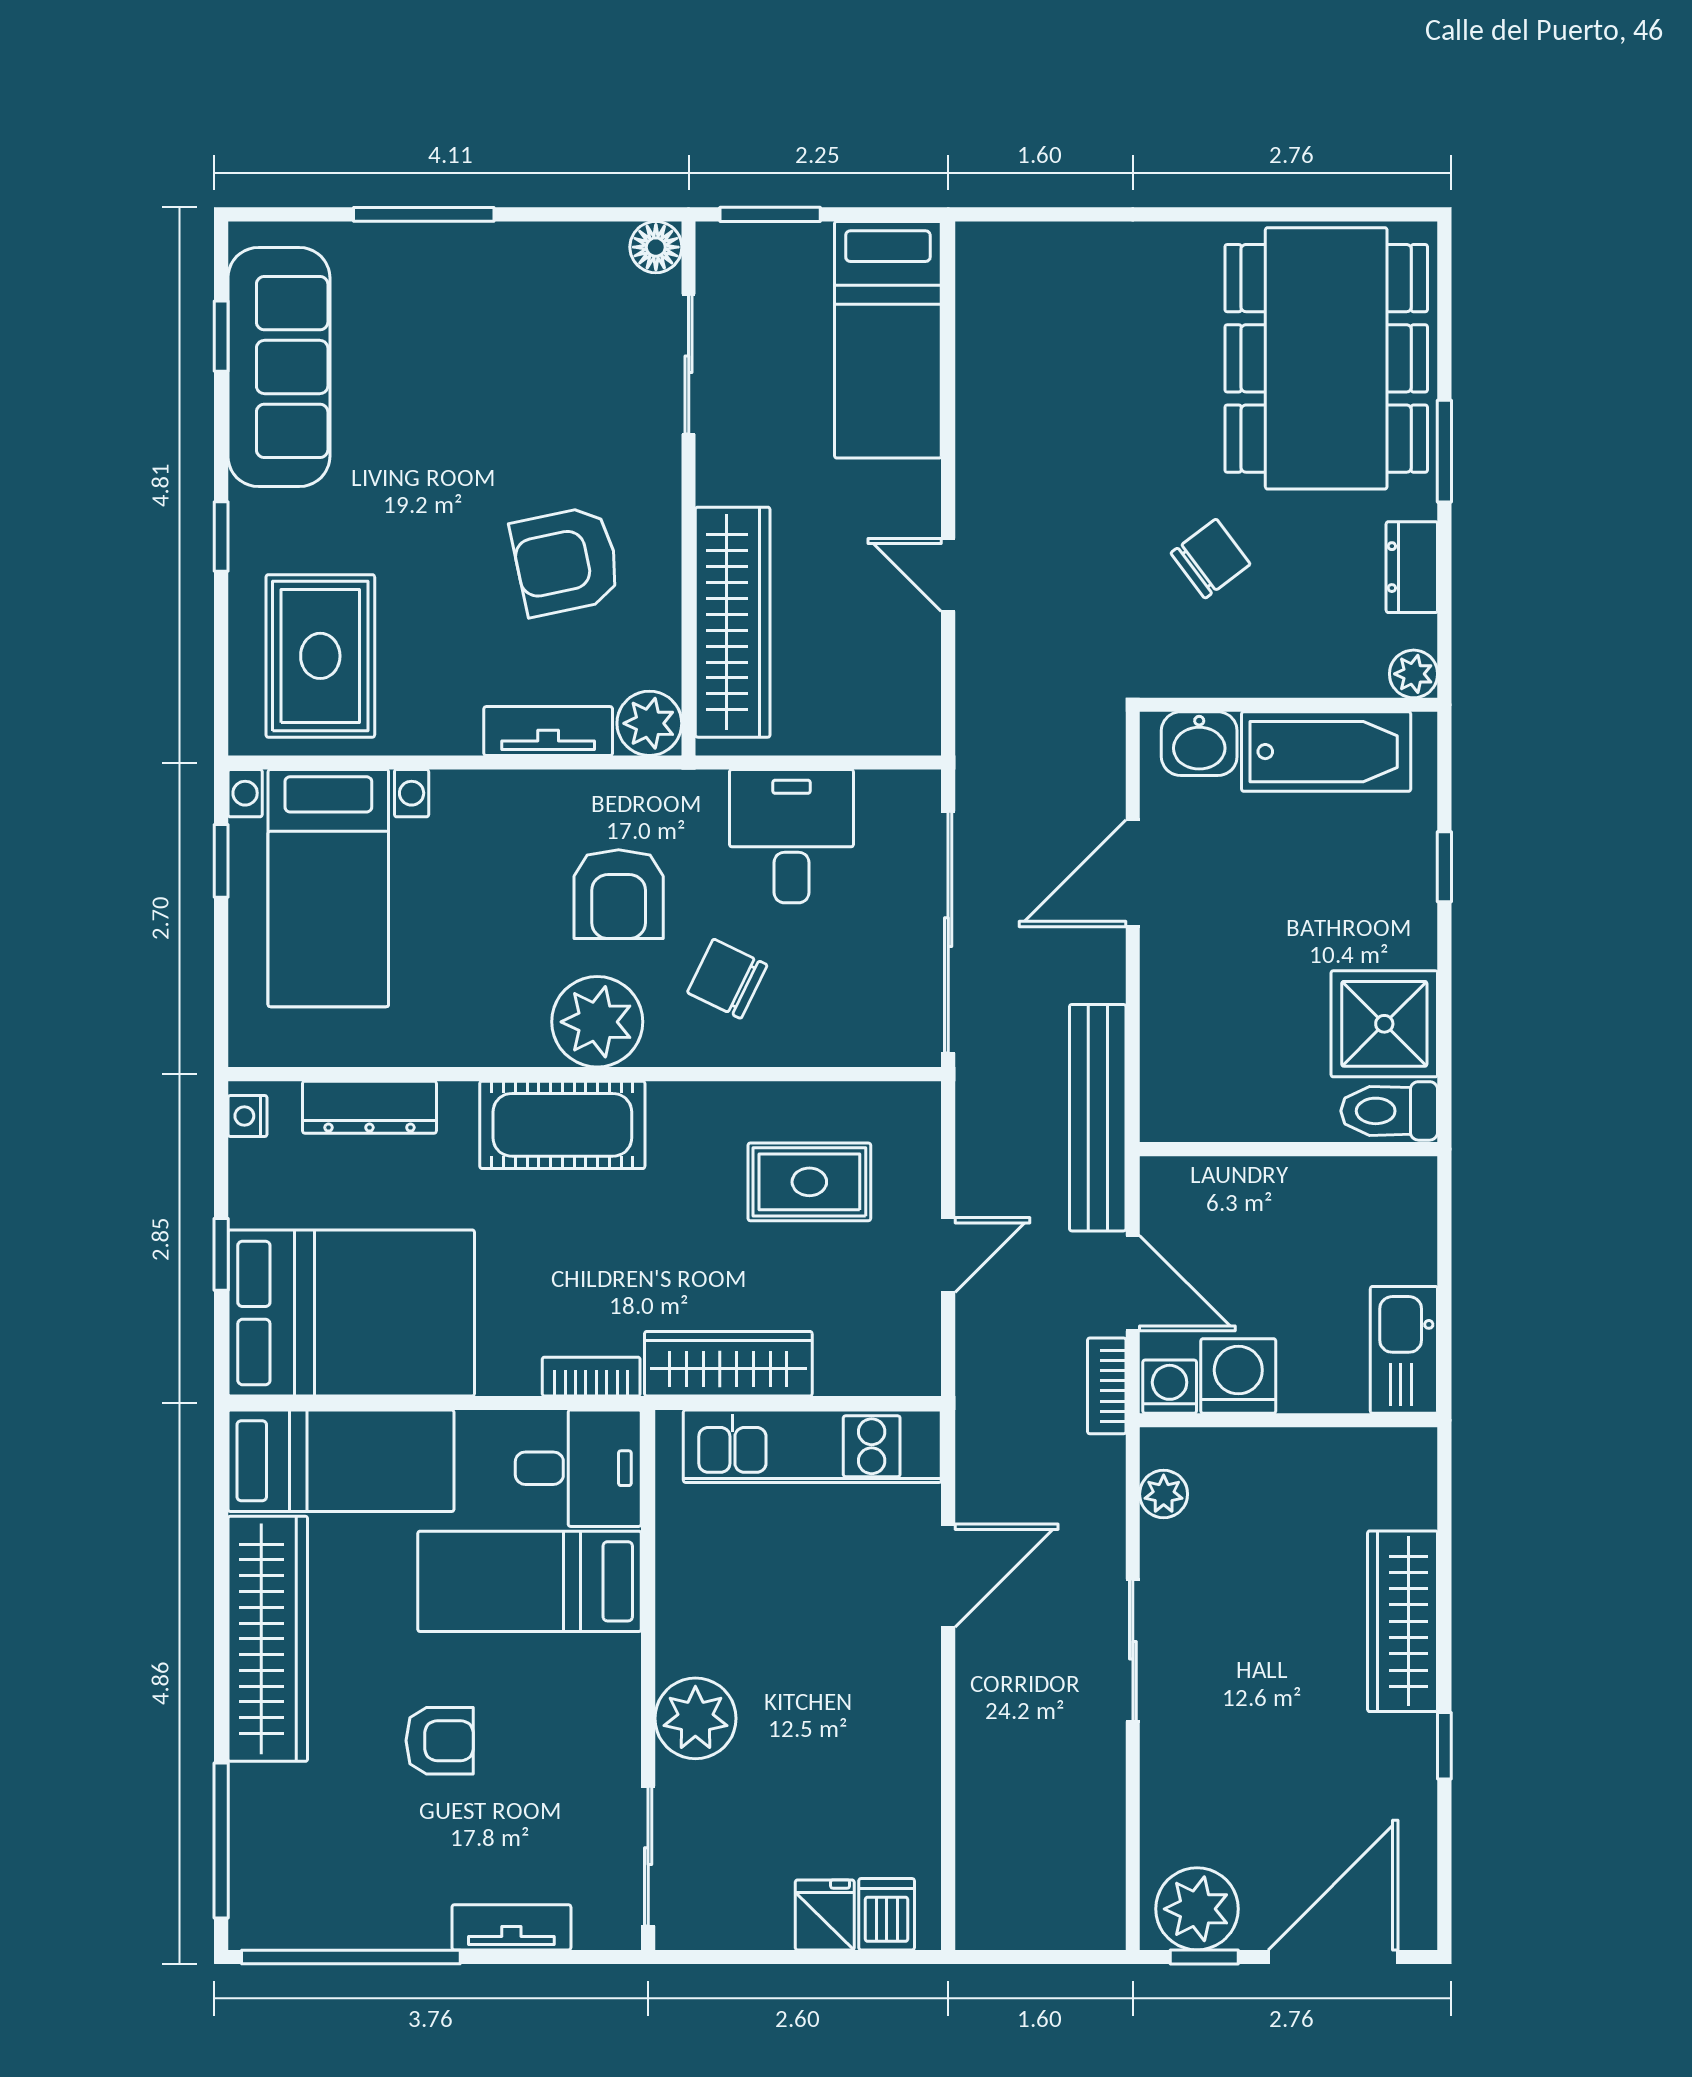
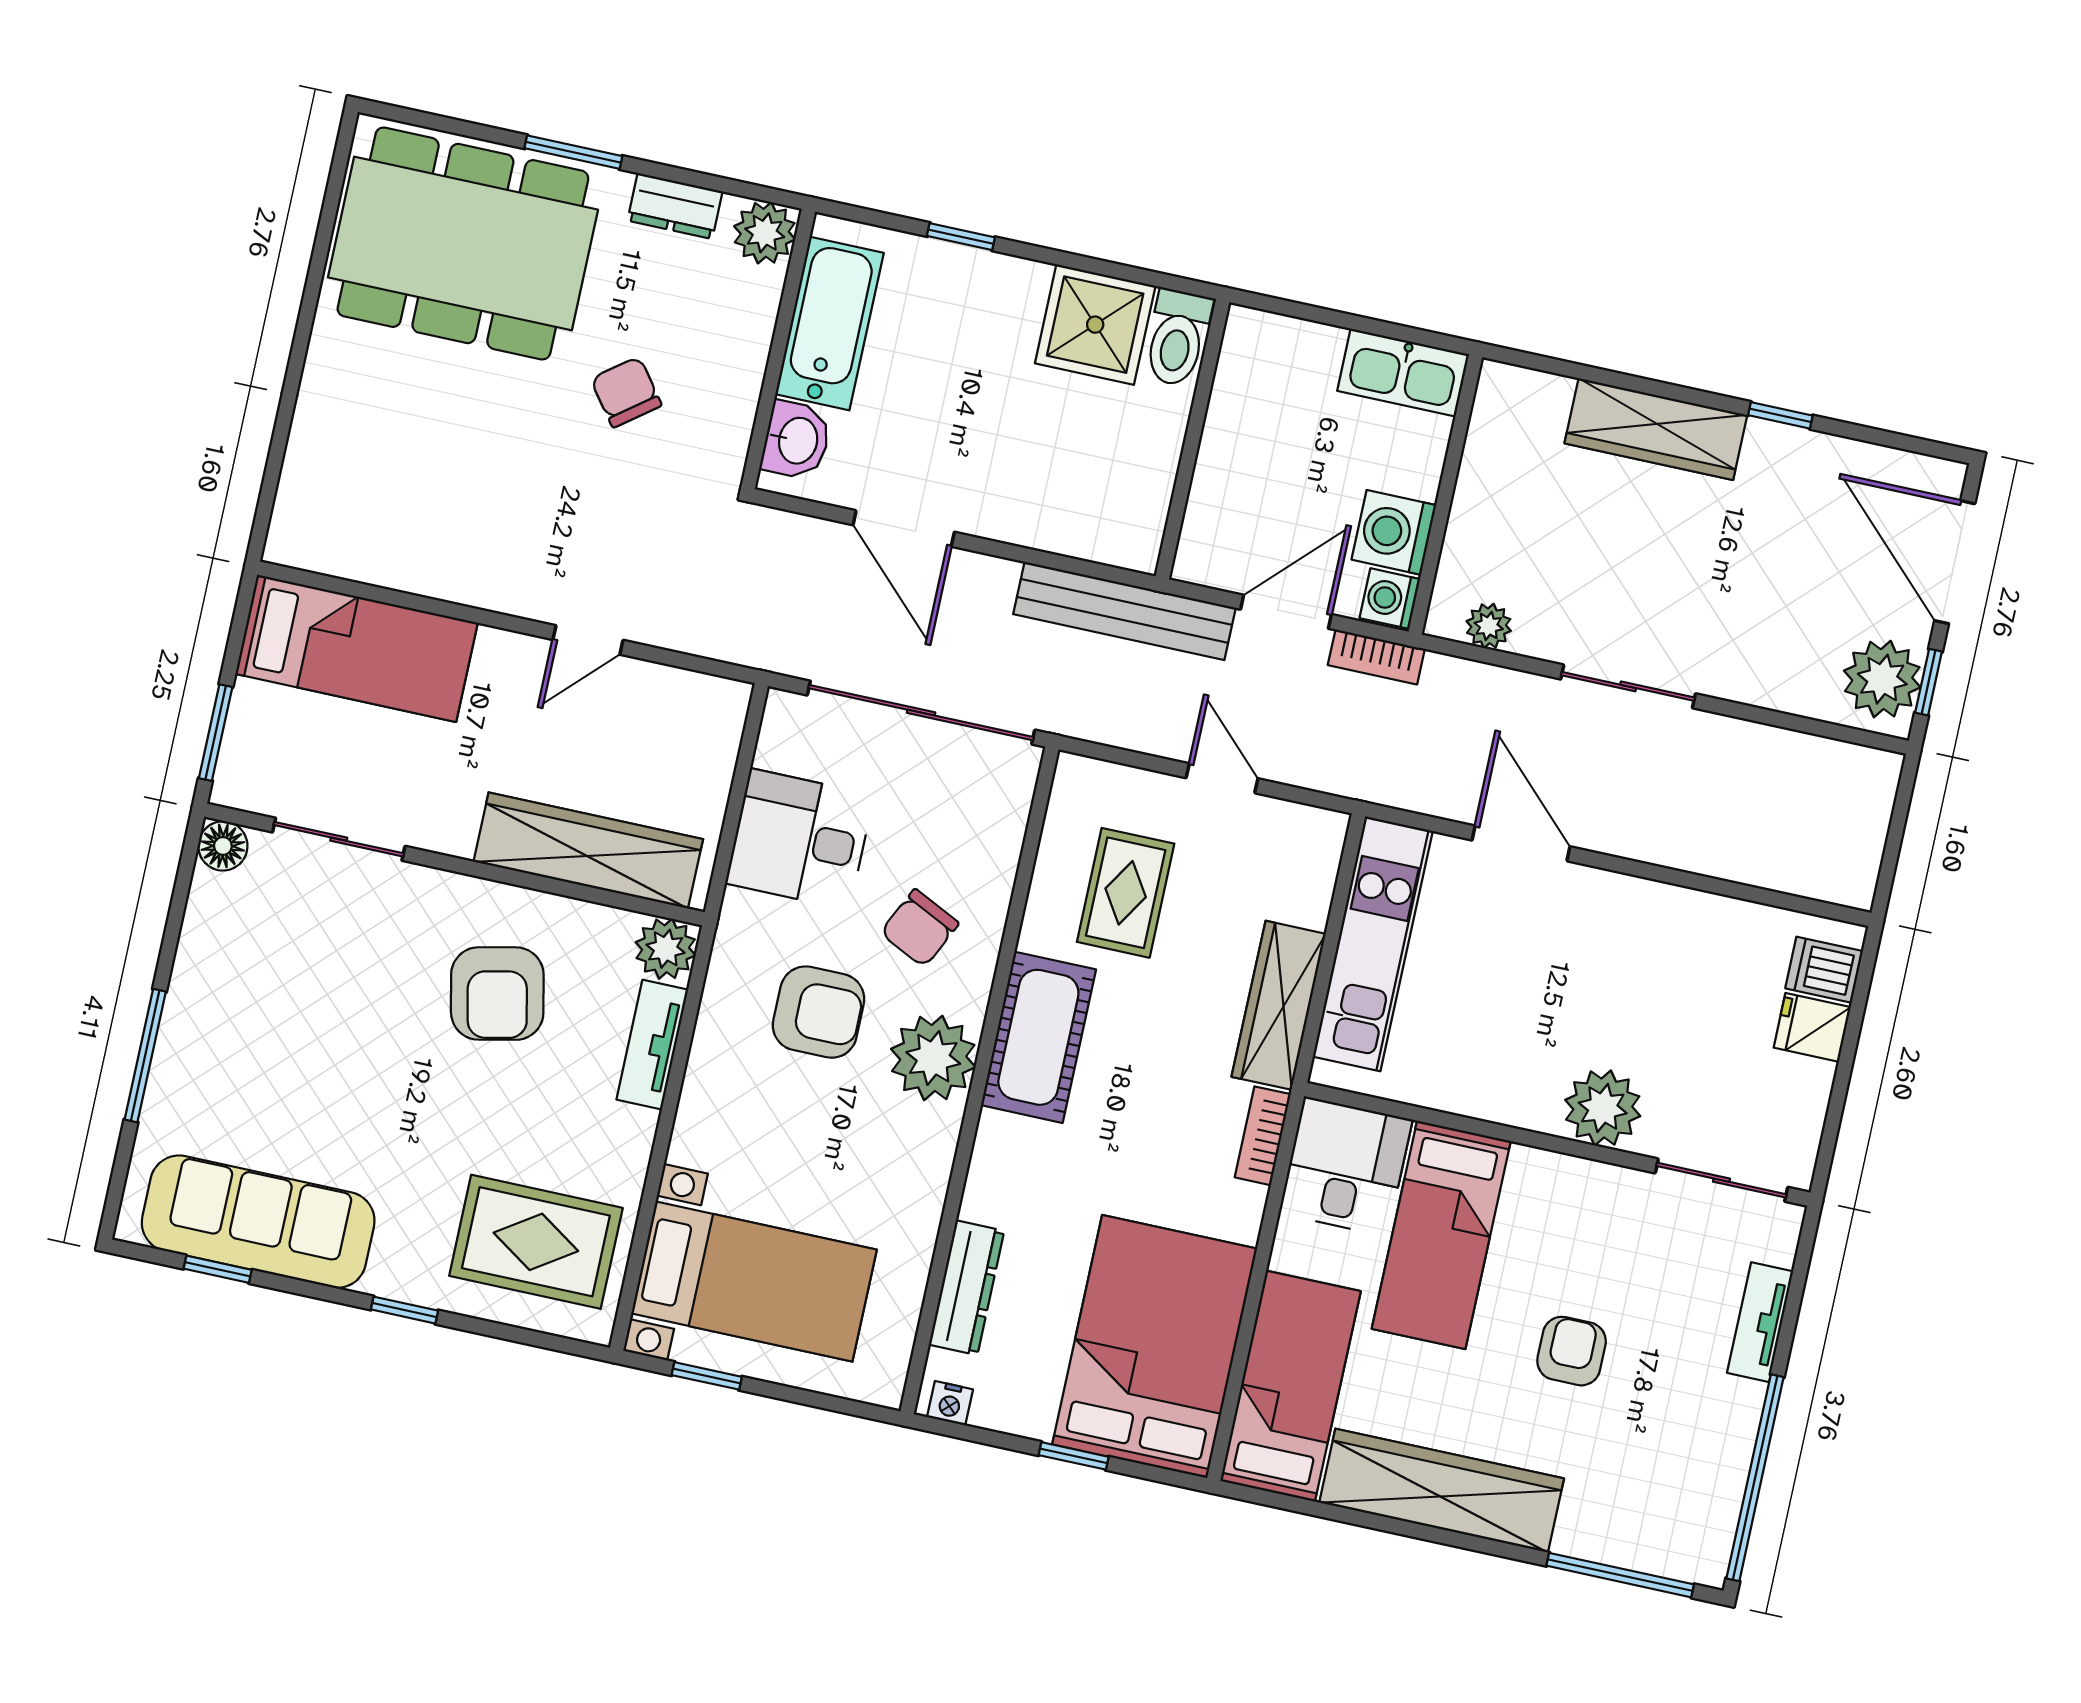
plant: (1414, 674) -> (765, 233), width x1.38, depth x1.38
cot: (562, 1125) -> (1038, 1037), moved

